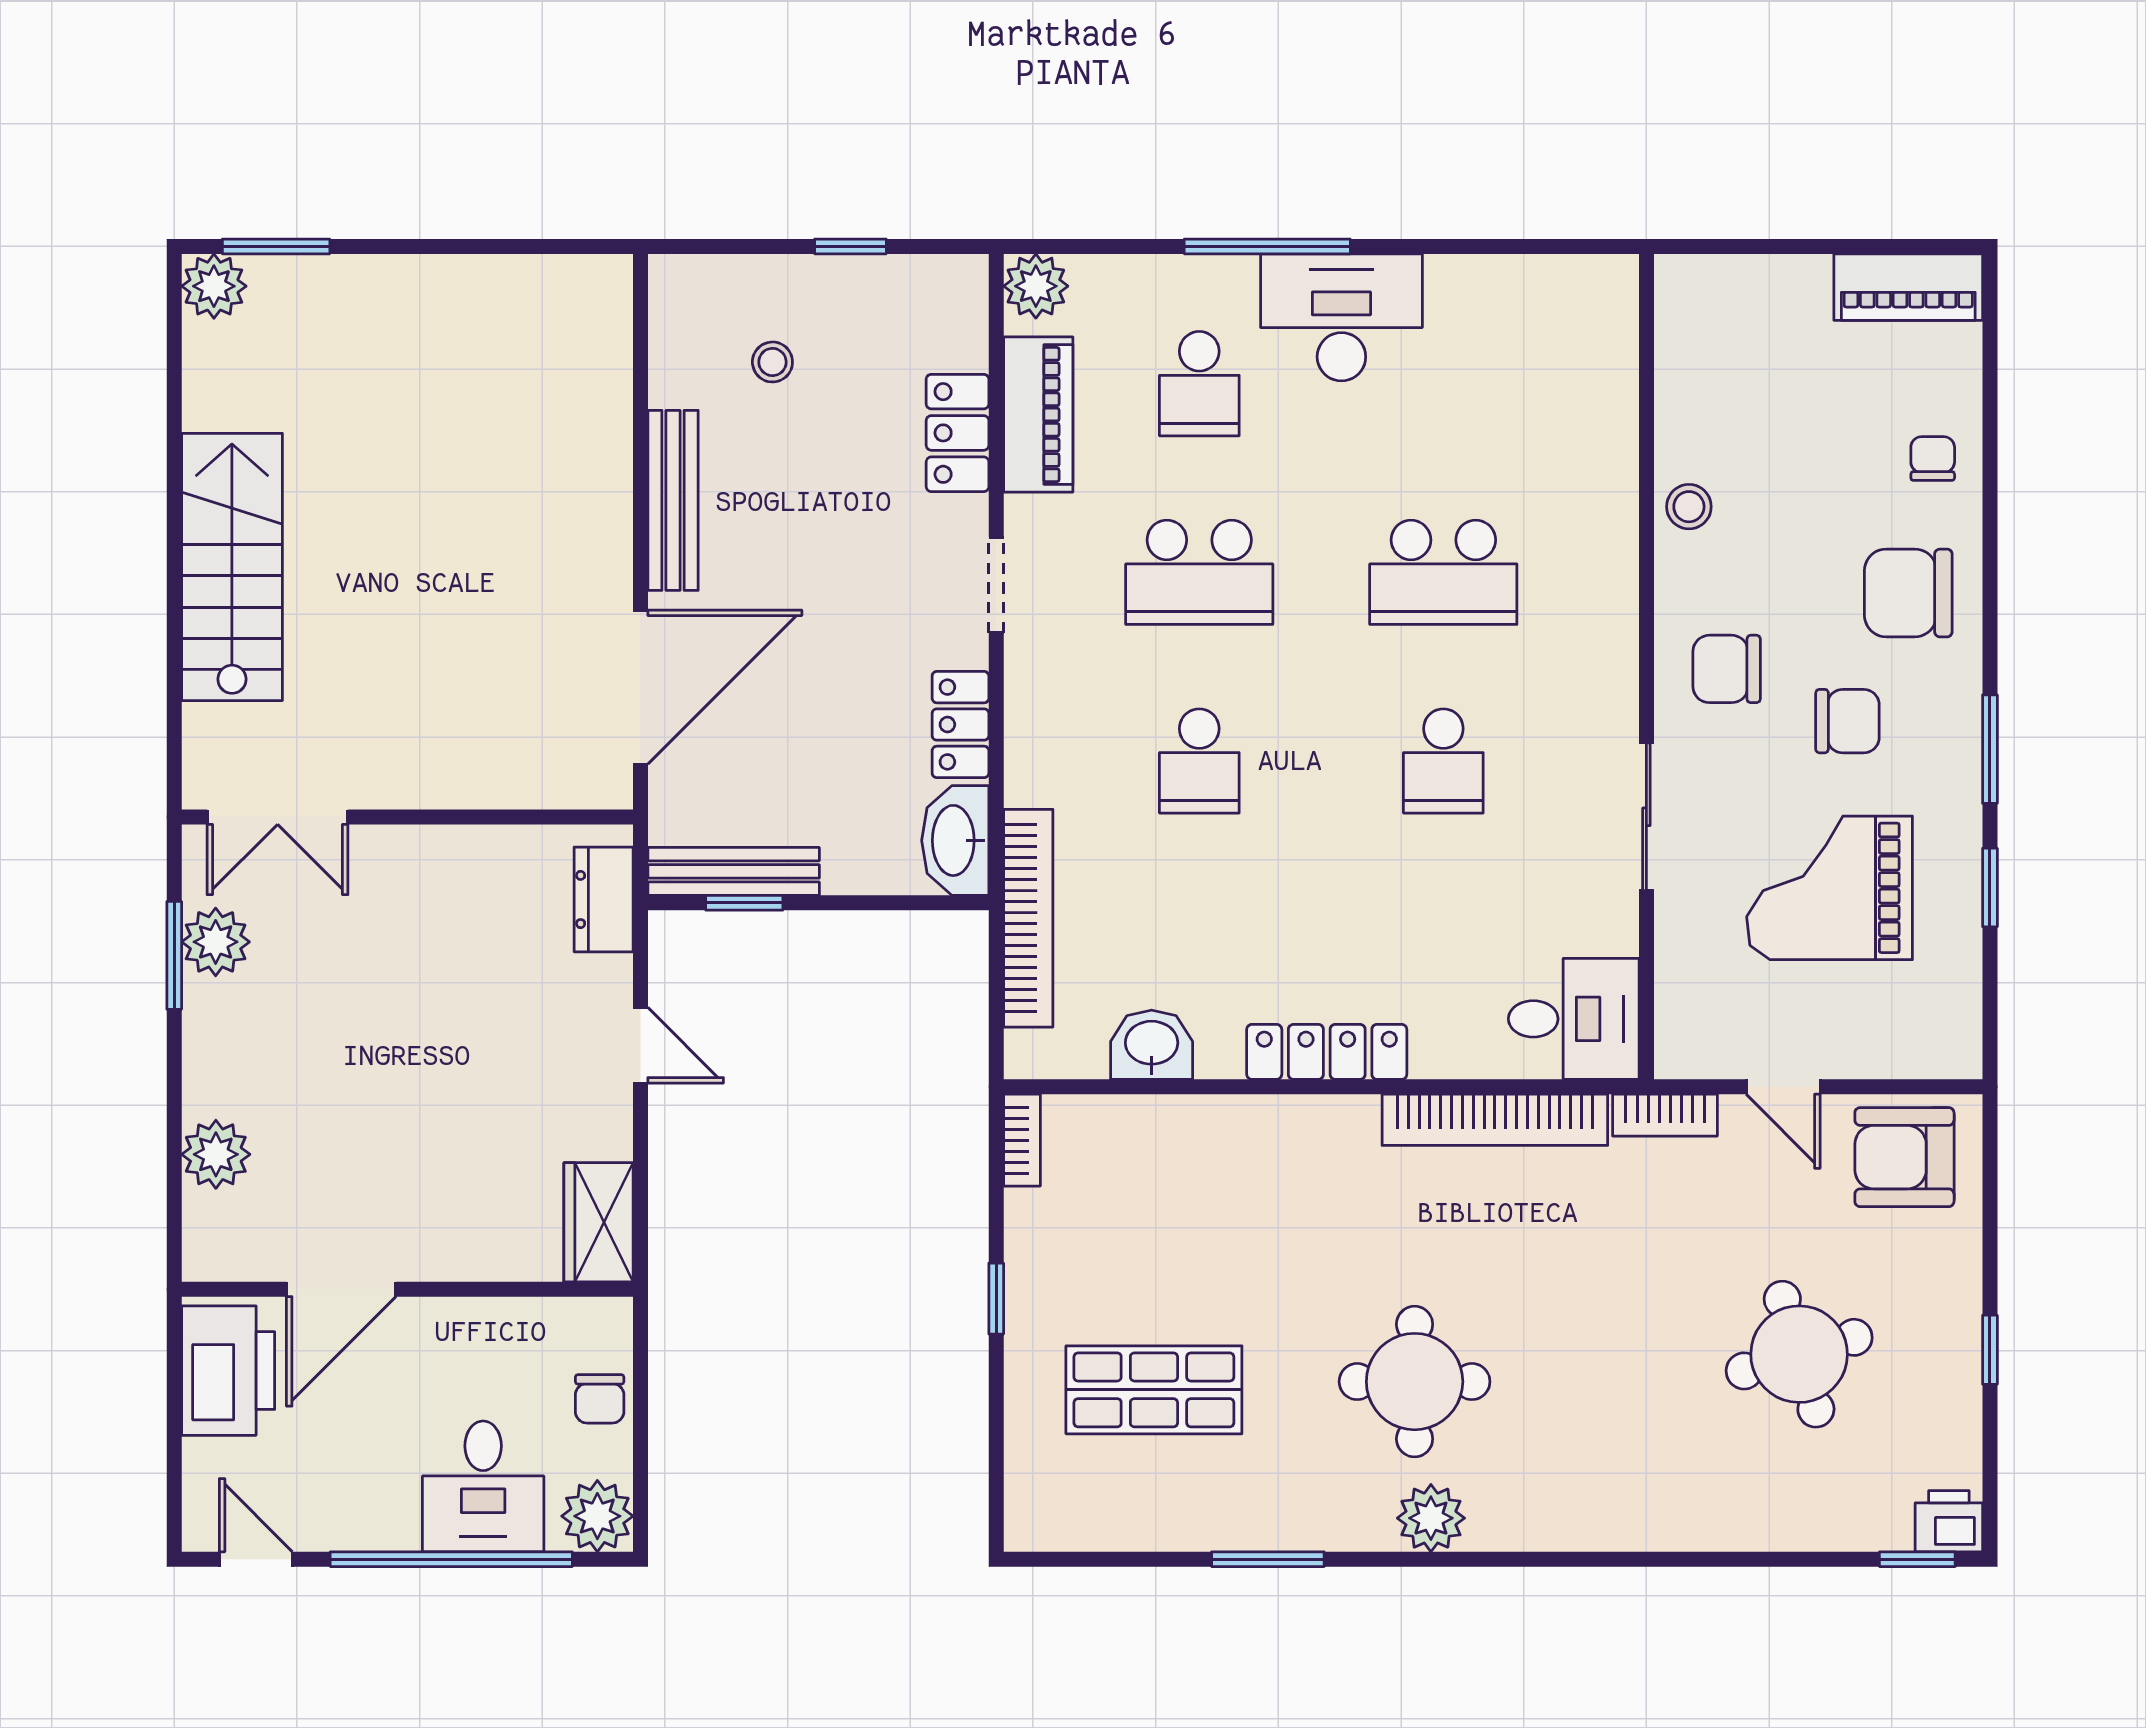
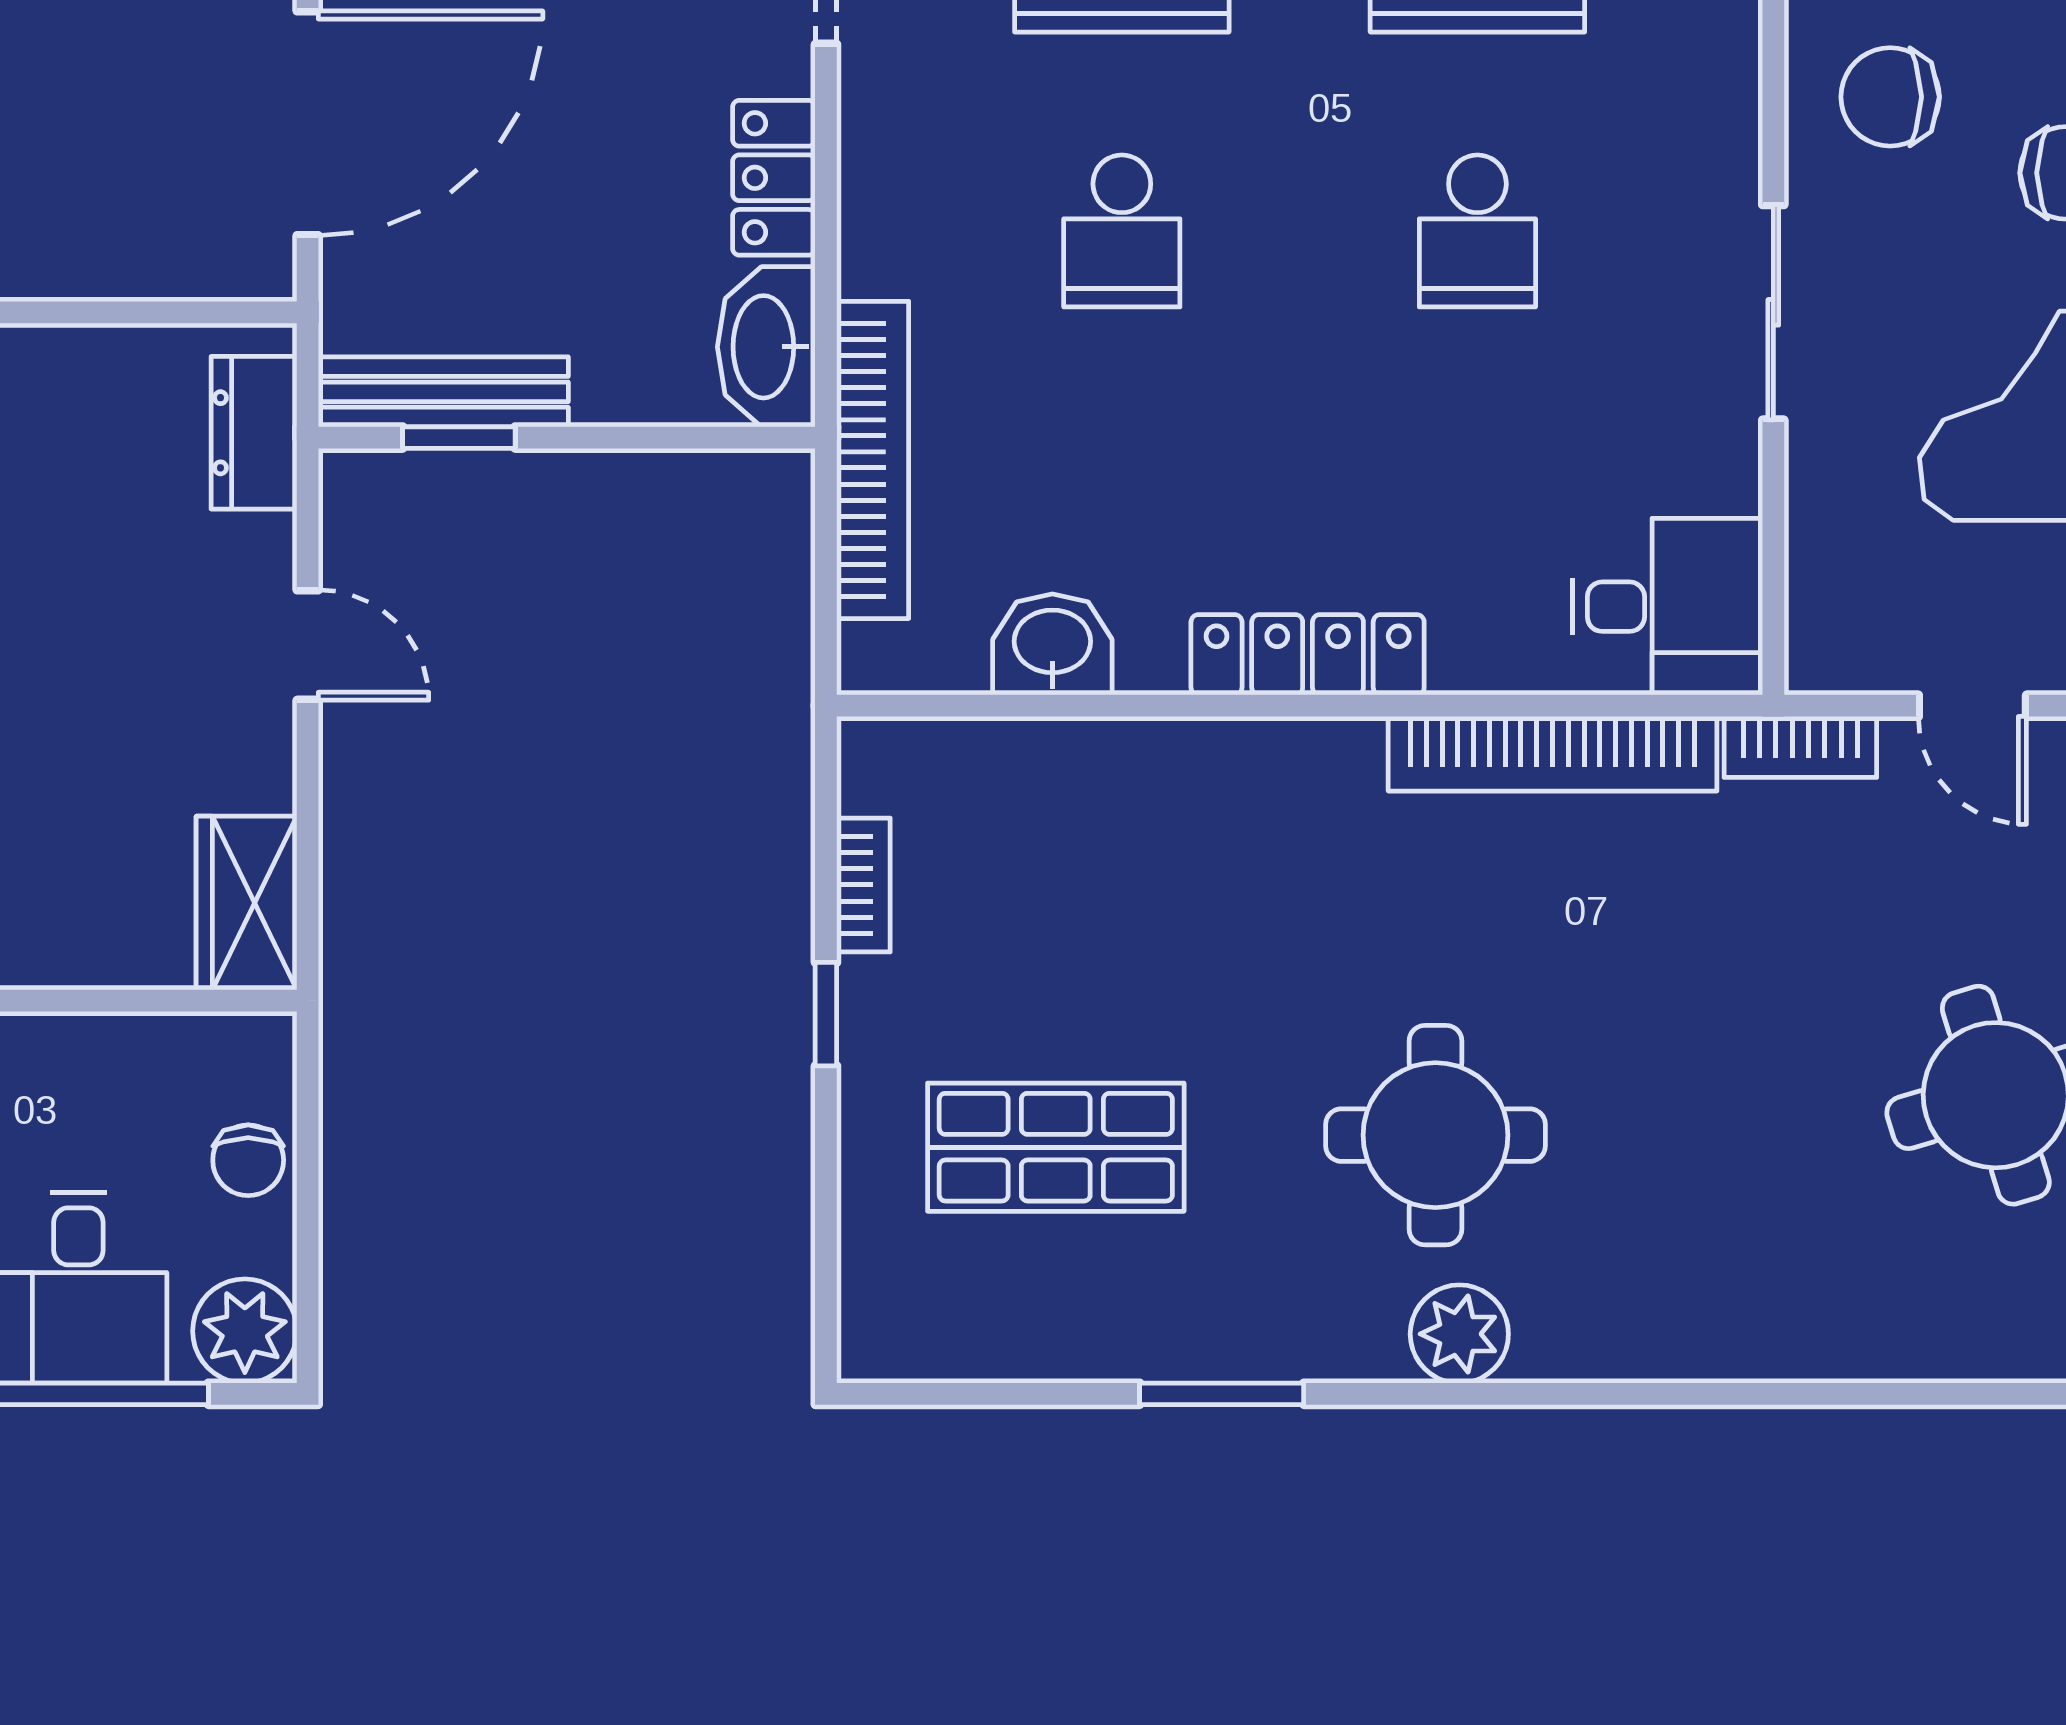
bookcase: (1022, 1140) -> (863, 885), moved

